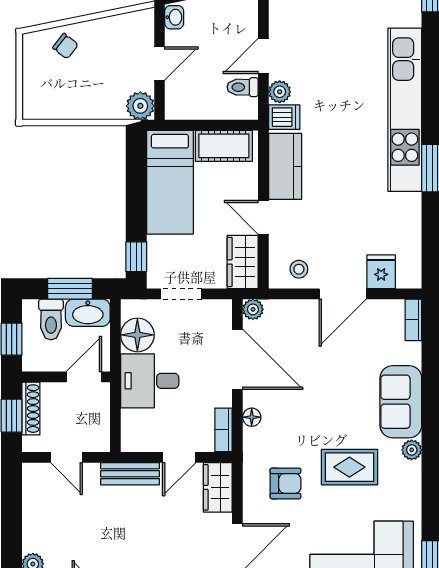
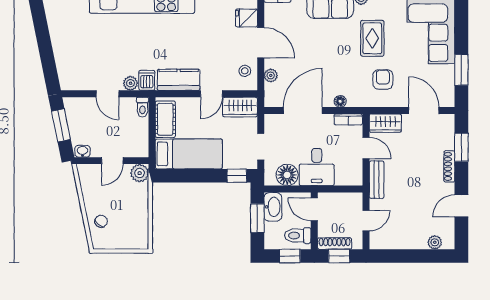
door: (160, 63) -> (112, 161), swing flipped
toilet: (243, 87) -> (142, 107), moved
plant: (253, 309) -> (271, 75), moved
toilet: (51, 319) -> (298, 236), moved, turned 180

